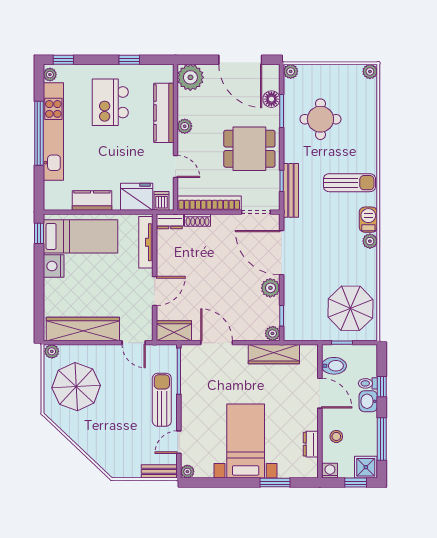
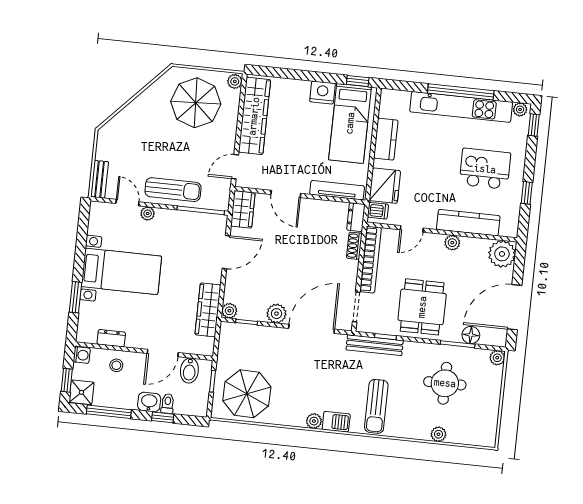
plant: (370, 72) -> (438, 434), moved
plant: (187, 472) -> (148, 213), moved

